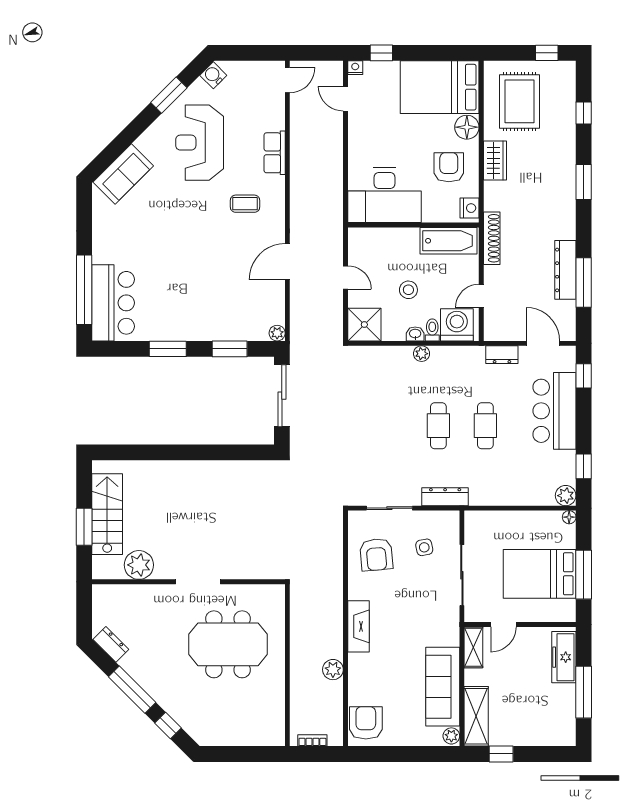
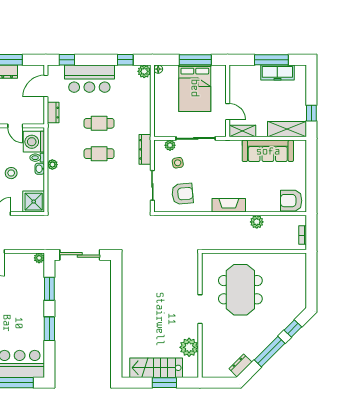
freezer: (564, 657) -> (277, 72), moved
plant: (451, 736) -> (170, 145), moved

